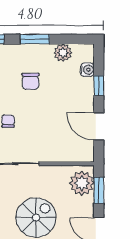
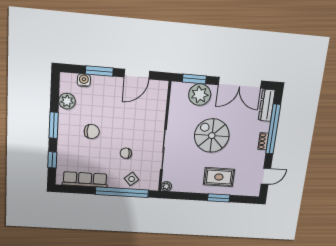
window: (99, 86) -> (99, 71), width x1.50
plant: (82, 183) -> (200, 95), moved

